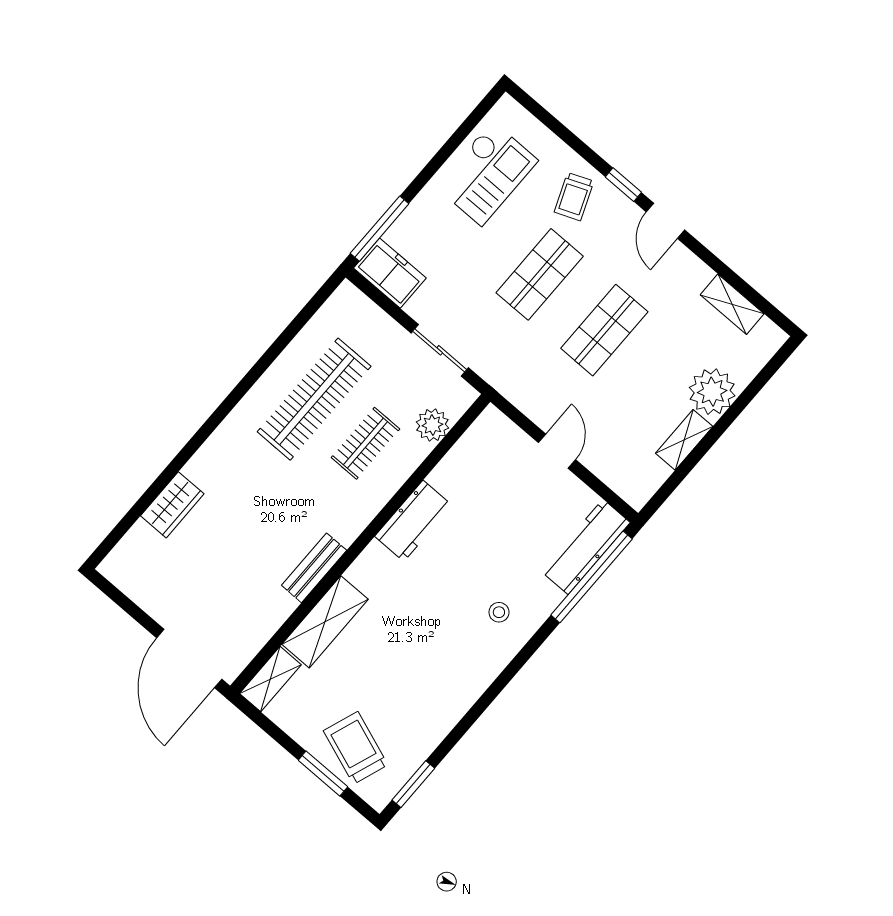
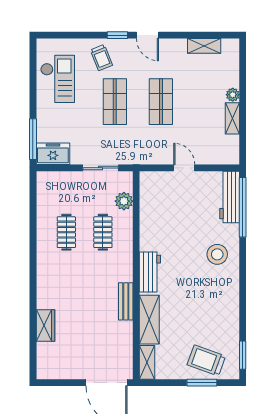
plant: (712, 392) -> (233, 95), width x0.53, depth x0.53
clothes rail: (314, 399) -> (66, 232), width x0.54, depth x0.76
workbench: (413, 521) -> (150, 272), moved
stool: (499, 612) -> (217, 254), width x1.89, depth x1.89

